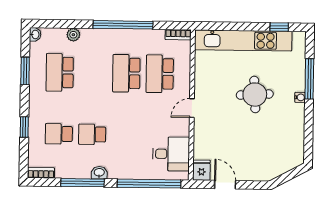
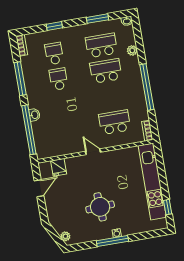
school desk: (126, 73) -> (106, 71), moved
window: (309, 79) -> (112, 241), moved
round table: (255, 95) -> (100, 207), moved
desk: (171, 154) -> (55, 142), removed
plant: (292, 163) -> (65, 236), added
fridge: (201, 170) -> (59, 167), moved, turned 90
washbasin: (99, 173) -> (34, 115), moved

